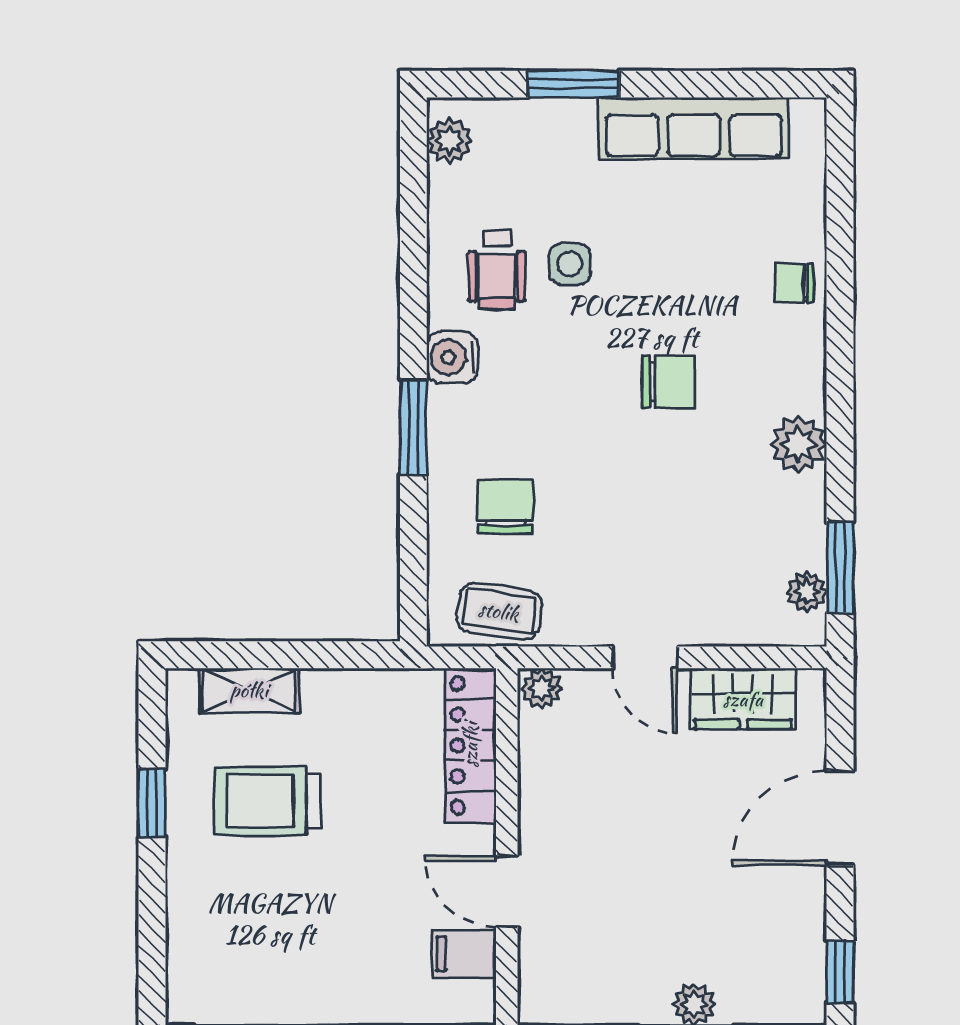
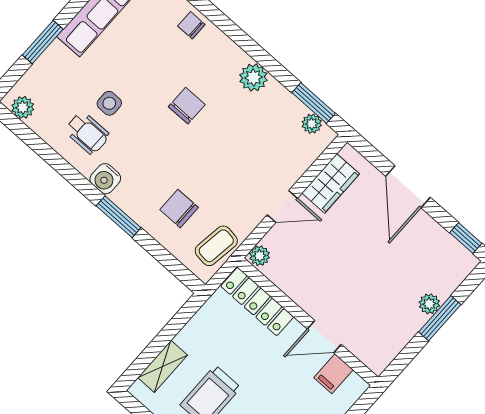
chair: (794, 283) -> (191, 25), turned 90

